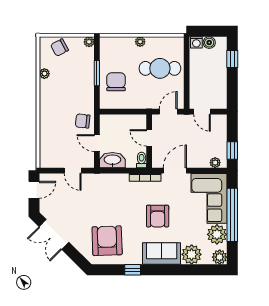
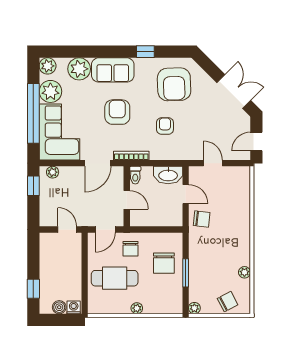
chair: (146, 95) -> (131, 249), added
armchair: (115, 204) -> (165, 126), added

